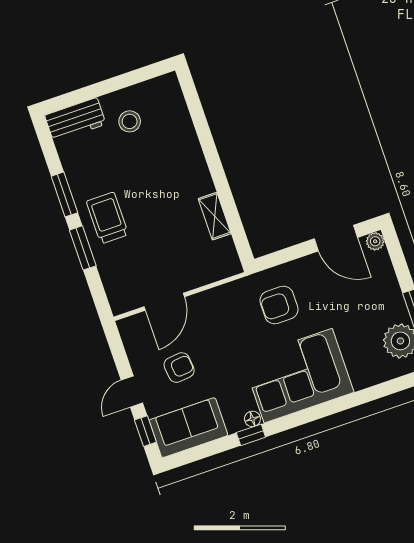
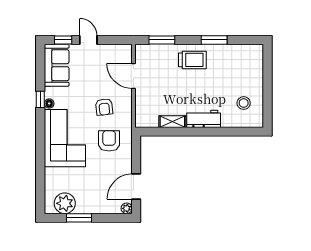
workbench: (75, 120) -> (204, 119), moved, turned 90
stool: (130, 121) -> (244, 103), moved
window: (83, 248) -> (162, 40), moved
armchair: (179, 368) -> (104, 107), moved

